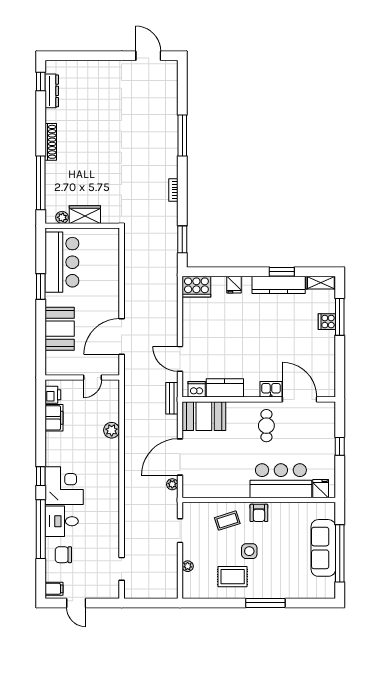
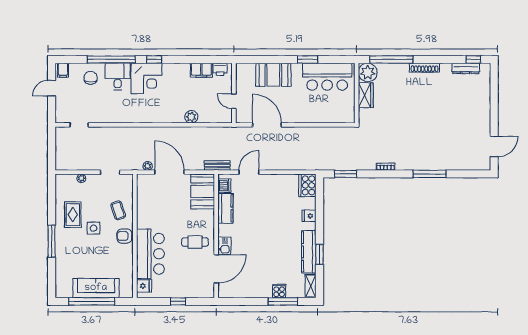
plant: (62, 217) -> (368, 72), width x1.88, depth x1.88

